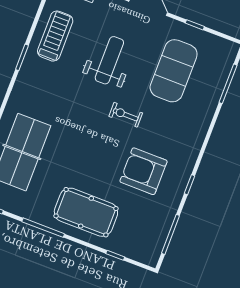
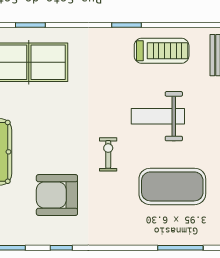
weight bench: (109, 60) -> (158, 116), turned 180
armchair: (144, 171) -> (57, 195), turned -90

